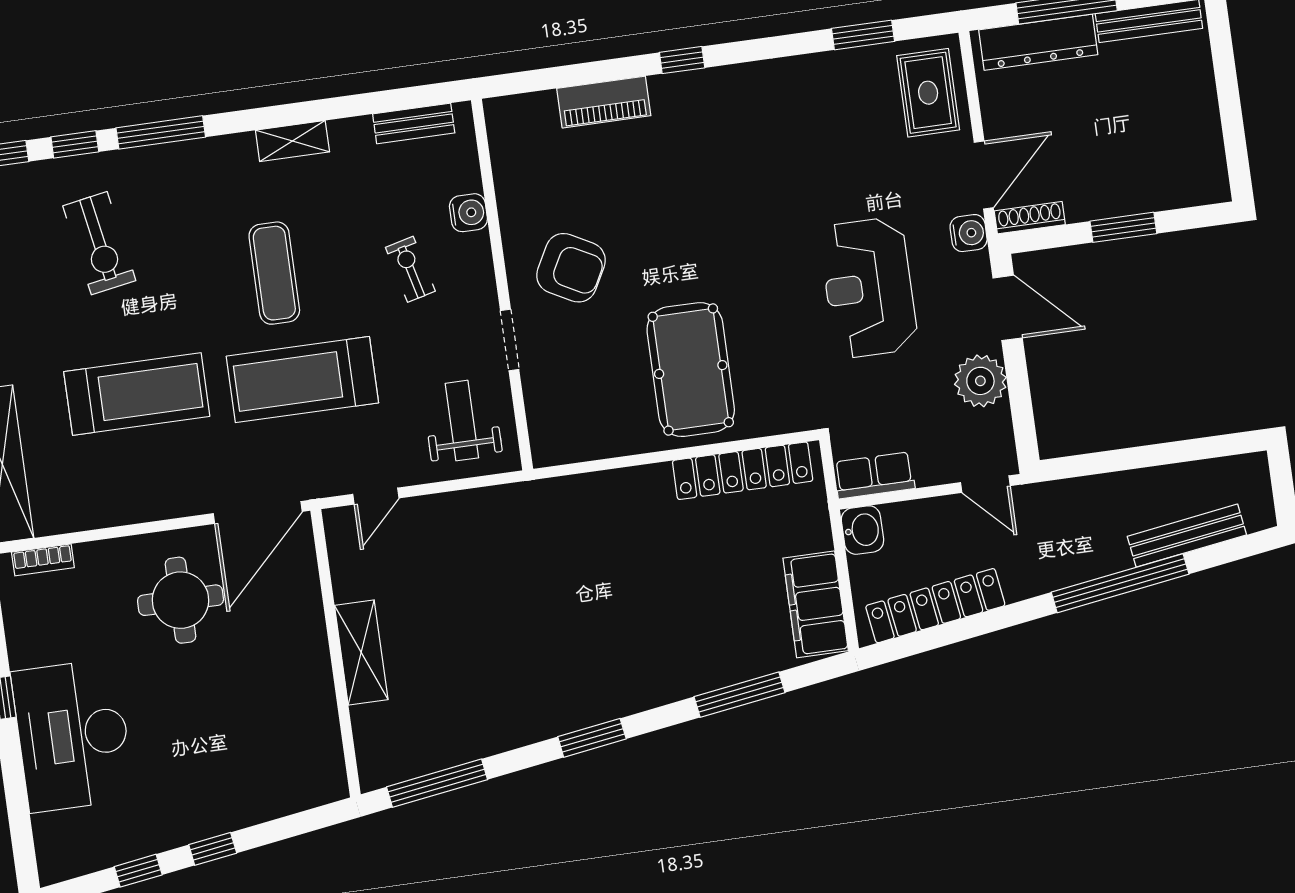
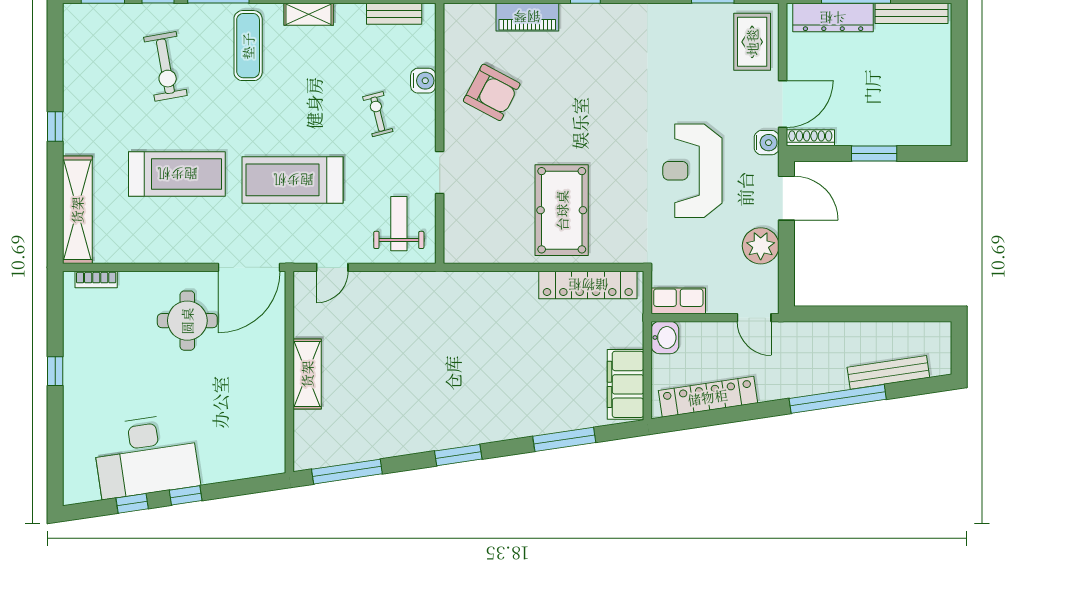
armchair: (571, 268) -> (492, 92), moved
exercise mat: (274, 273) -> (248, 46), moved
desk: (73, 735) -> (146, 456), moved, turned -98

